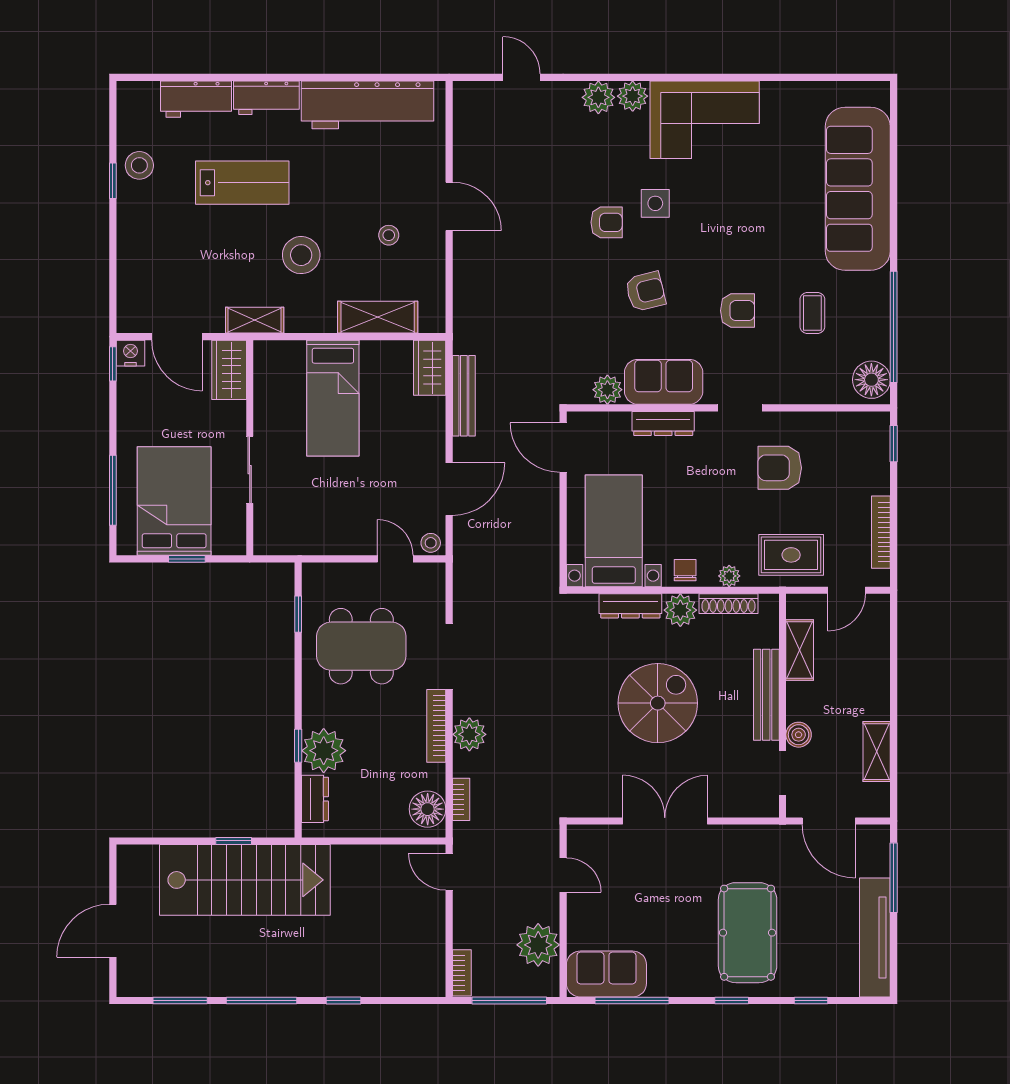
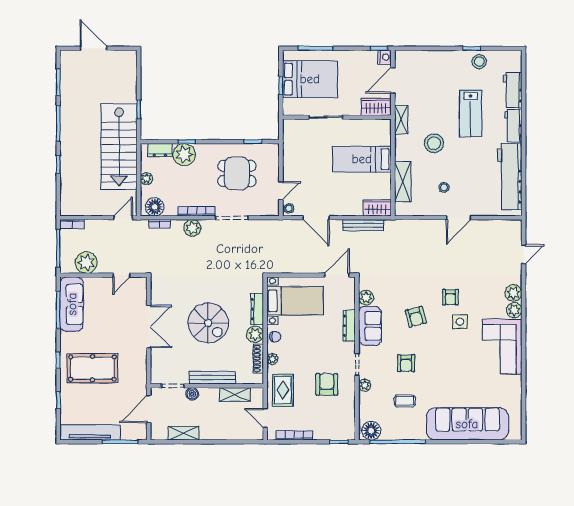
plant: (781, 393) -> (365, 385), added
dining table: (361, 646) -> (237, 173), width x0.73
plant: (372, 826) -> (146, 179), added
stairs: (245, 880) -> (119, 147), moved
sofa: (606, 974) -> (72, 304), width x1.36

